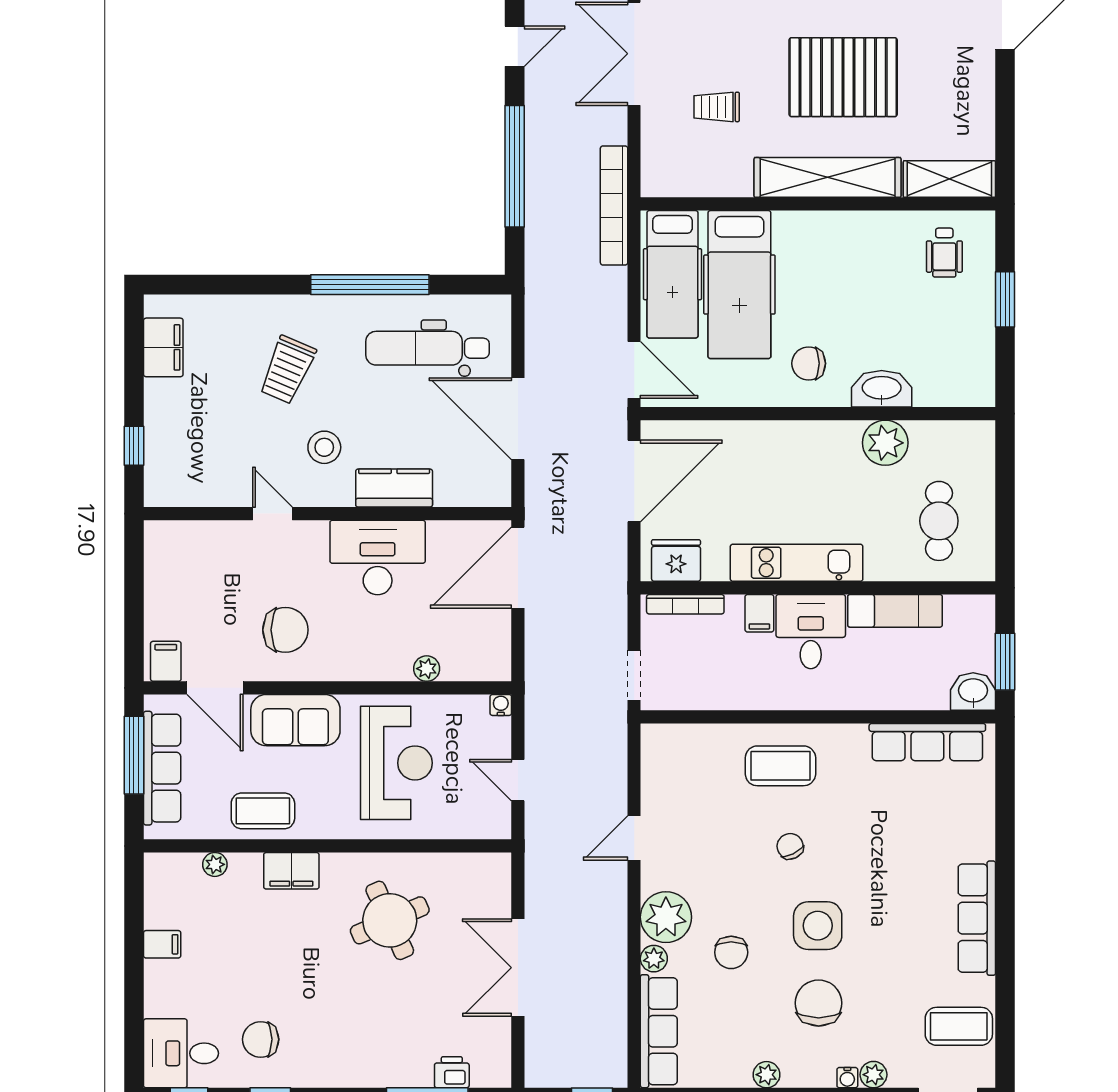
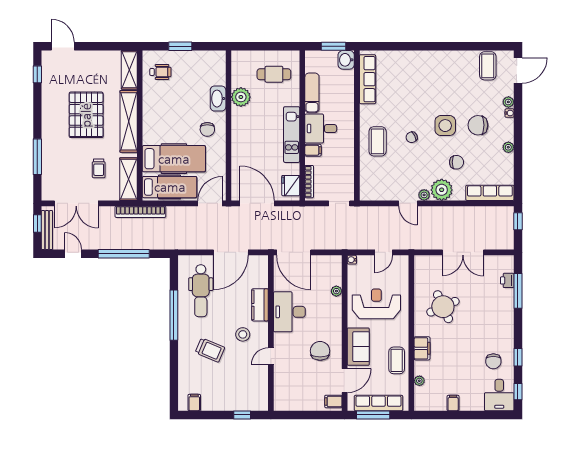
shelving: (691, 177) -> (128, 179), added
filing cabinet: (163, 347) -> (194, 403), width x0.50
row of seats: (977, 918) -> (442, 58), removed
plant: (654, 959) -> (424, 195), moved

